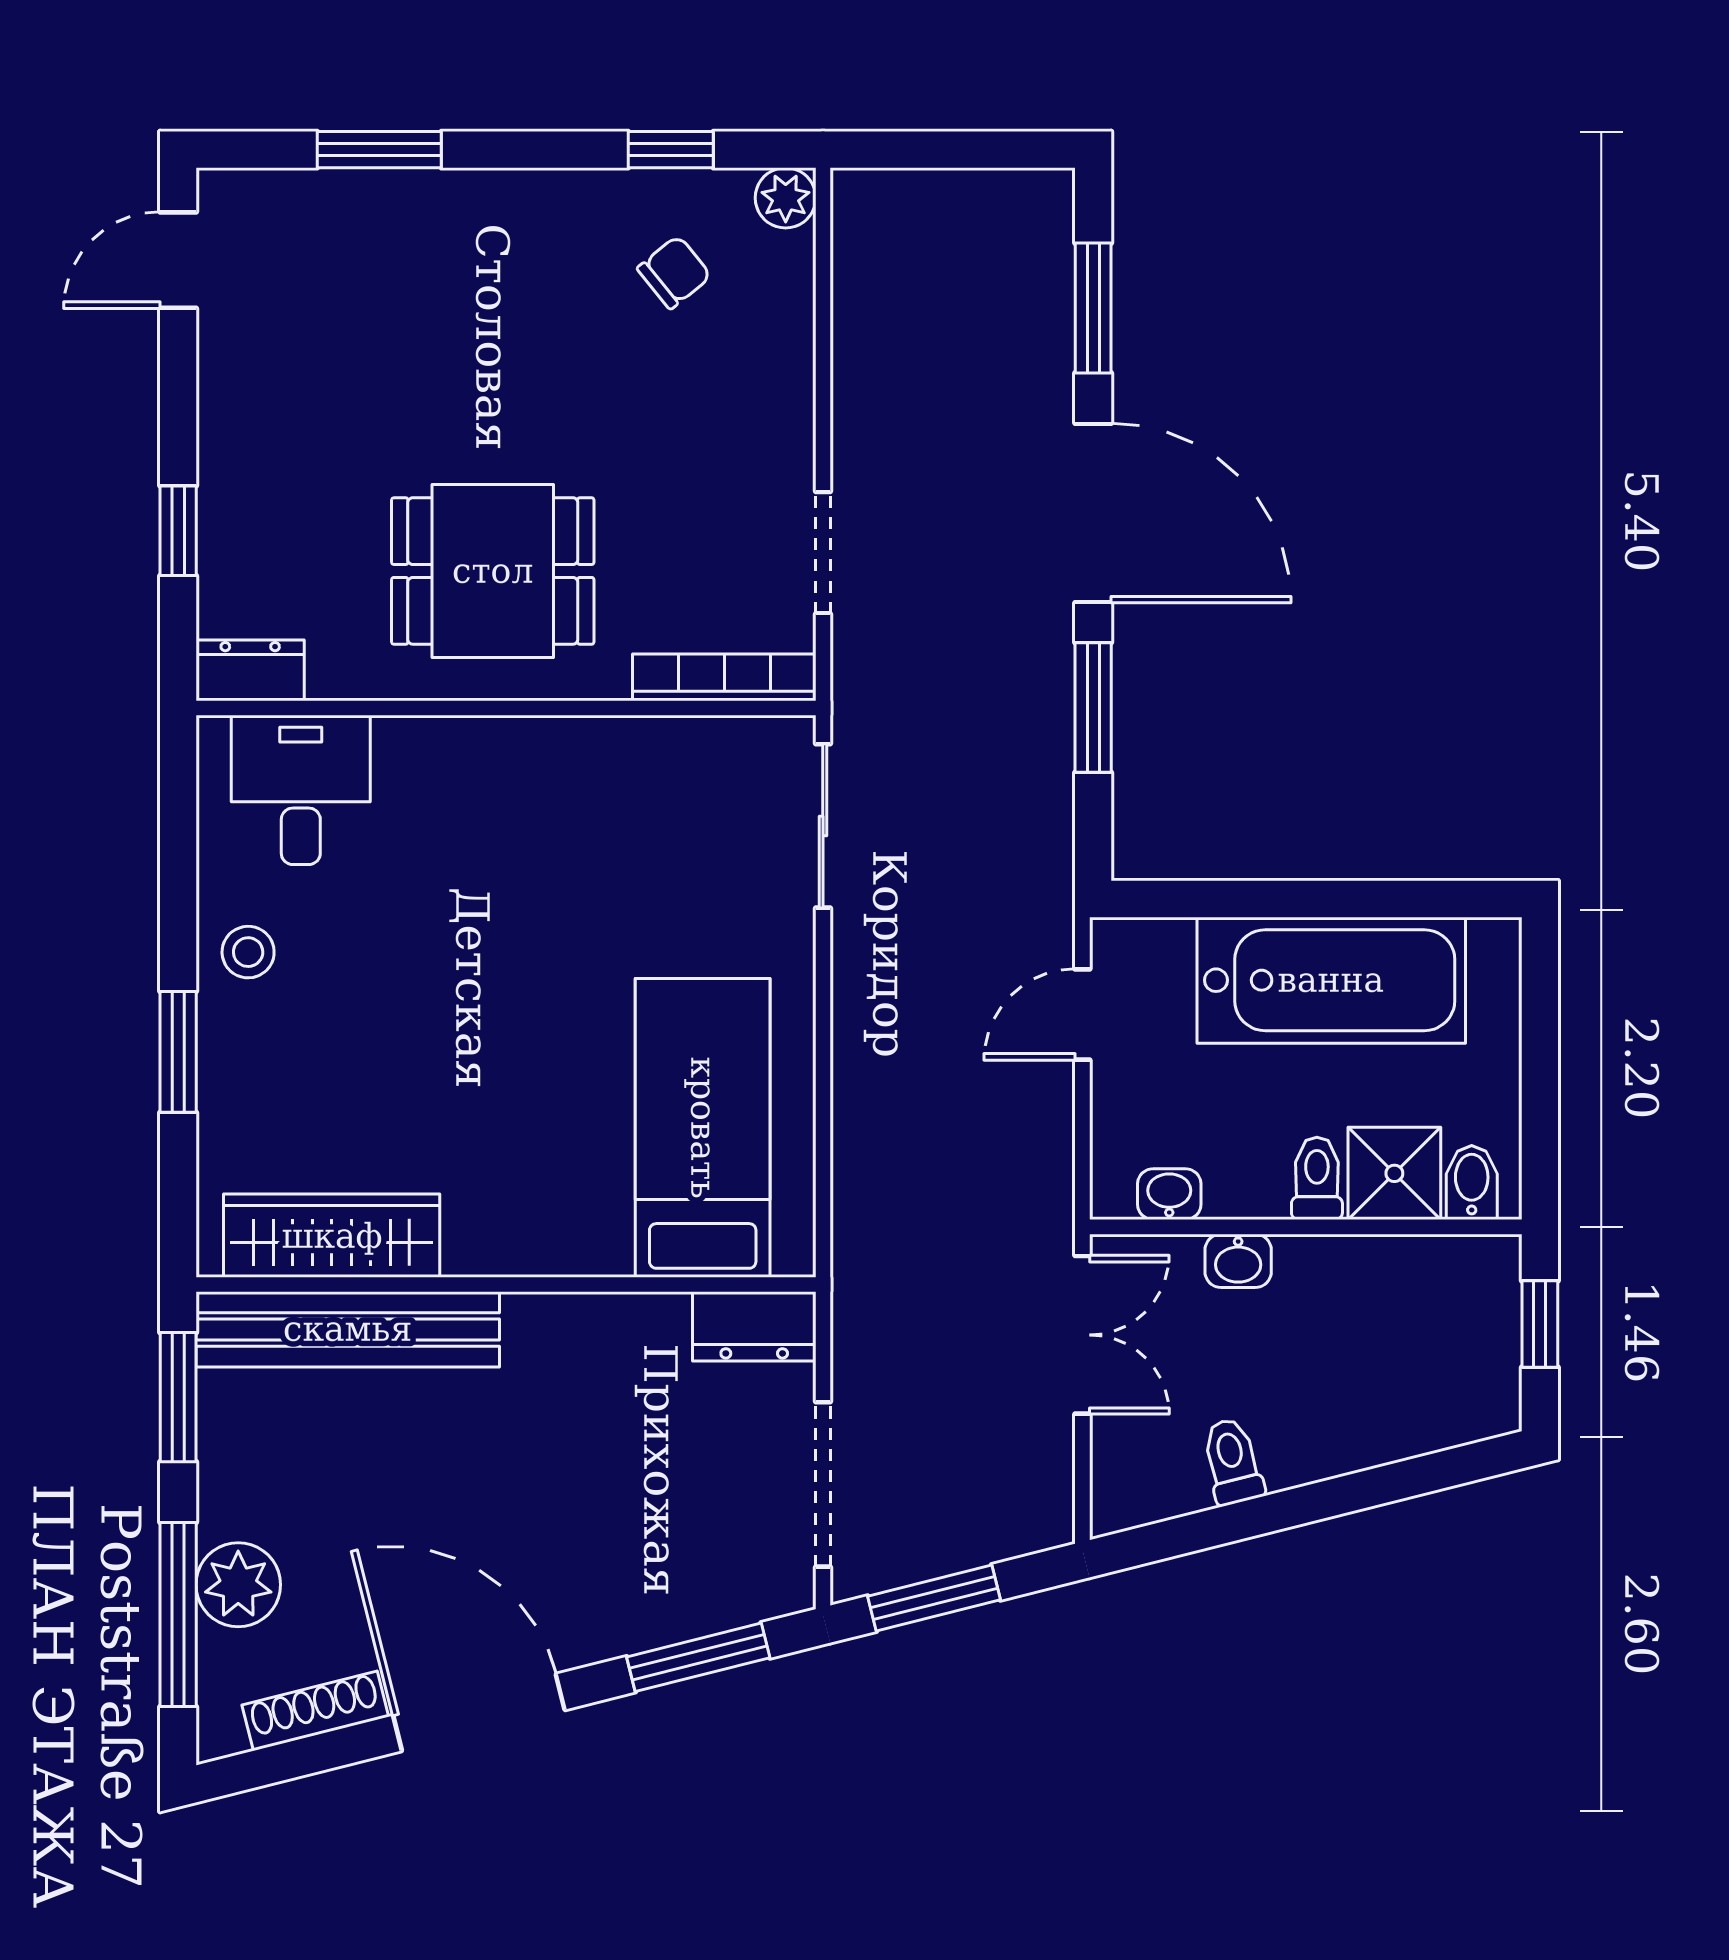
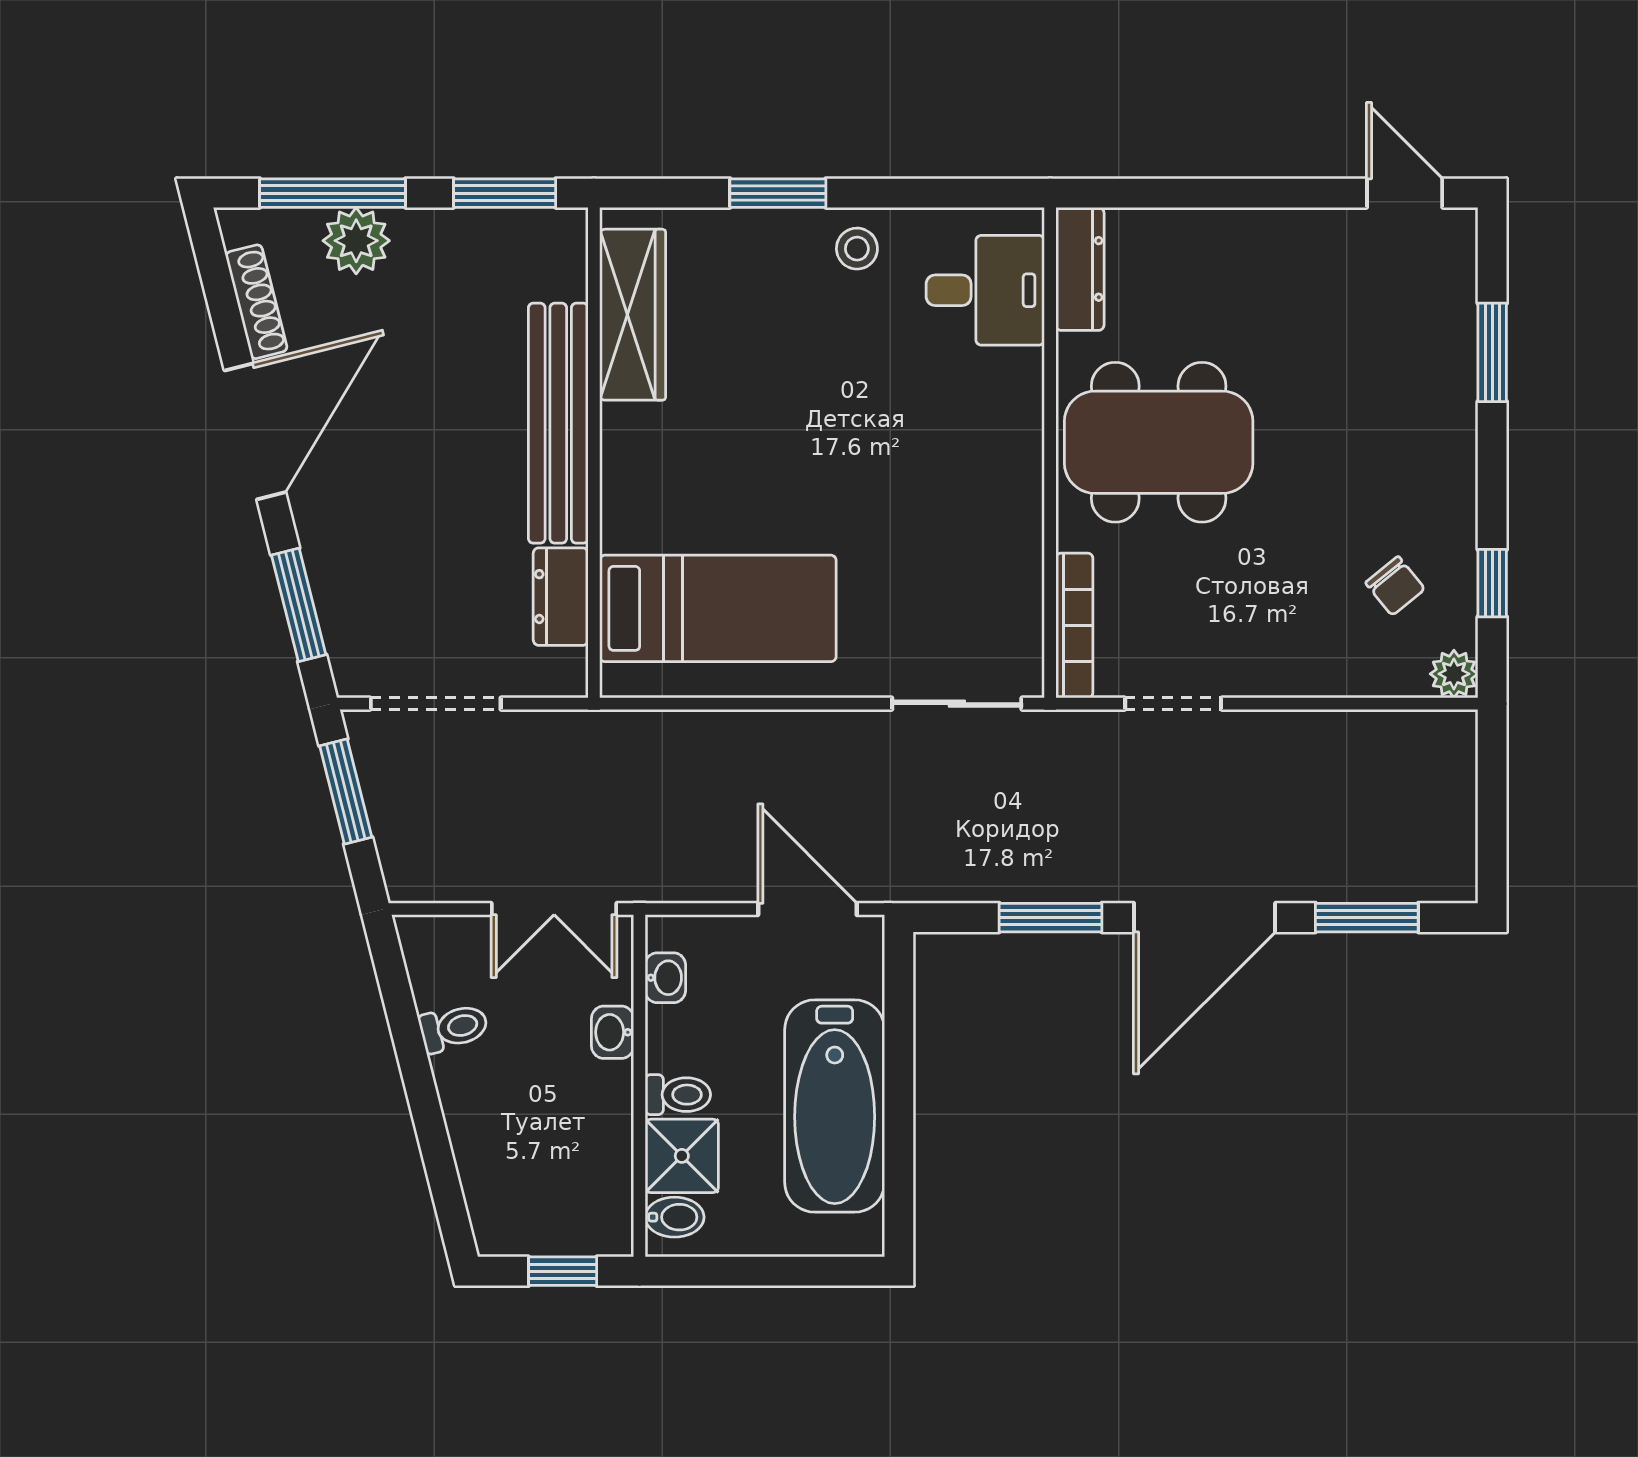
window: (178, 531) -> (1190, 193), removed
dining table: (493, 571) -> (1159, 442), width x1.38
dresser: (250, 670) -> (1080, 269), width x1.44
door: (1082, 1015) -> (807, 909), width x1.37
dresser: (754, 1326) -> (561, 597), moved
bench: (348, 1329) -> (558, 423), moved

